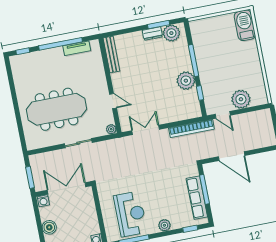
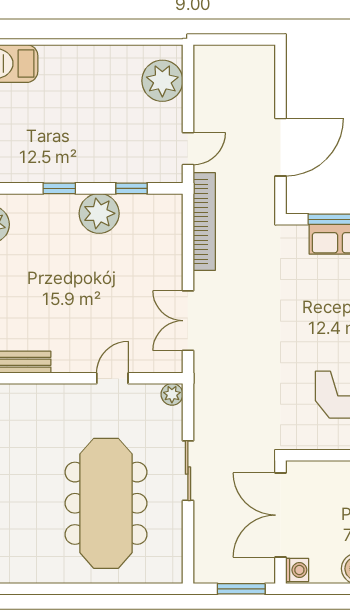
window: (194, 61) -> (59, 188), width x0.46
plant: (241, 99) -> (162, 81), moved

